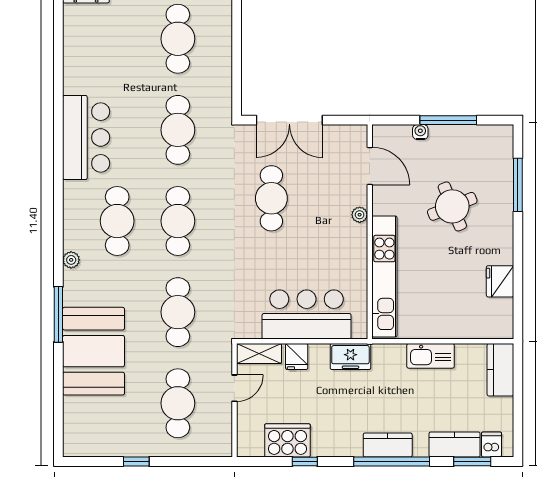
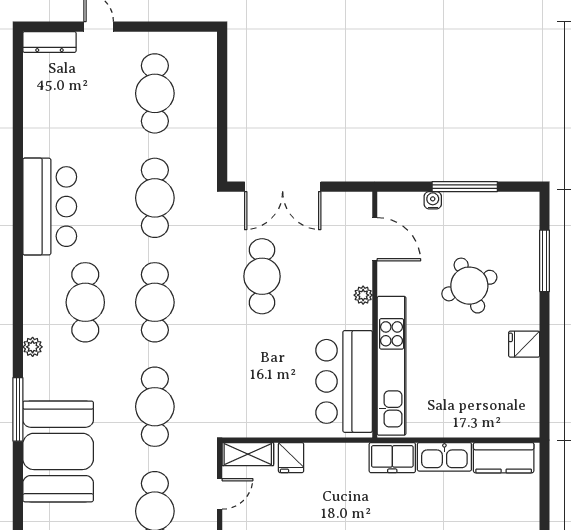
fridge: (500, 281) -> (524, 344), moved, width x0.72
bar counter: (307, 314) -> (344, 381), moved, turned -90
freezer: (350, 357) -> (392, 458), moved
kitchen counter: (500, 370) -> (504, 458), moved, turned -90

